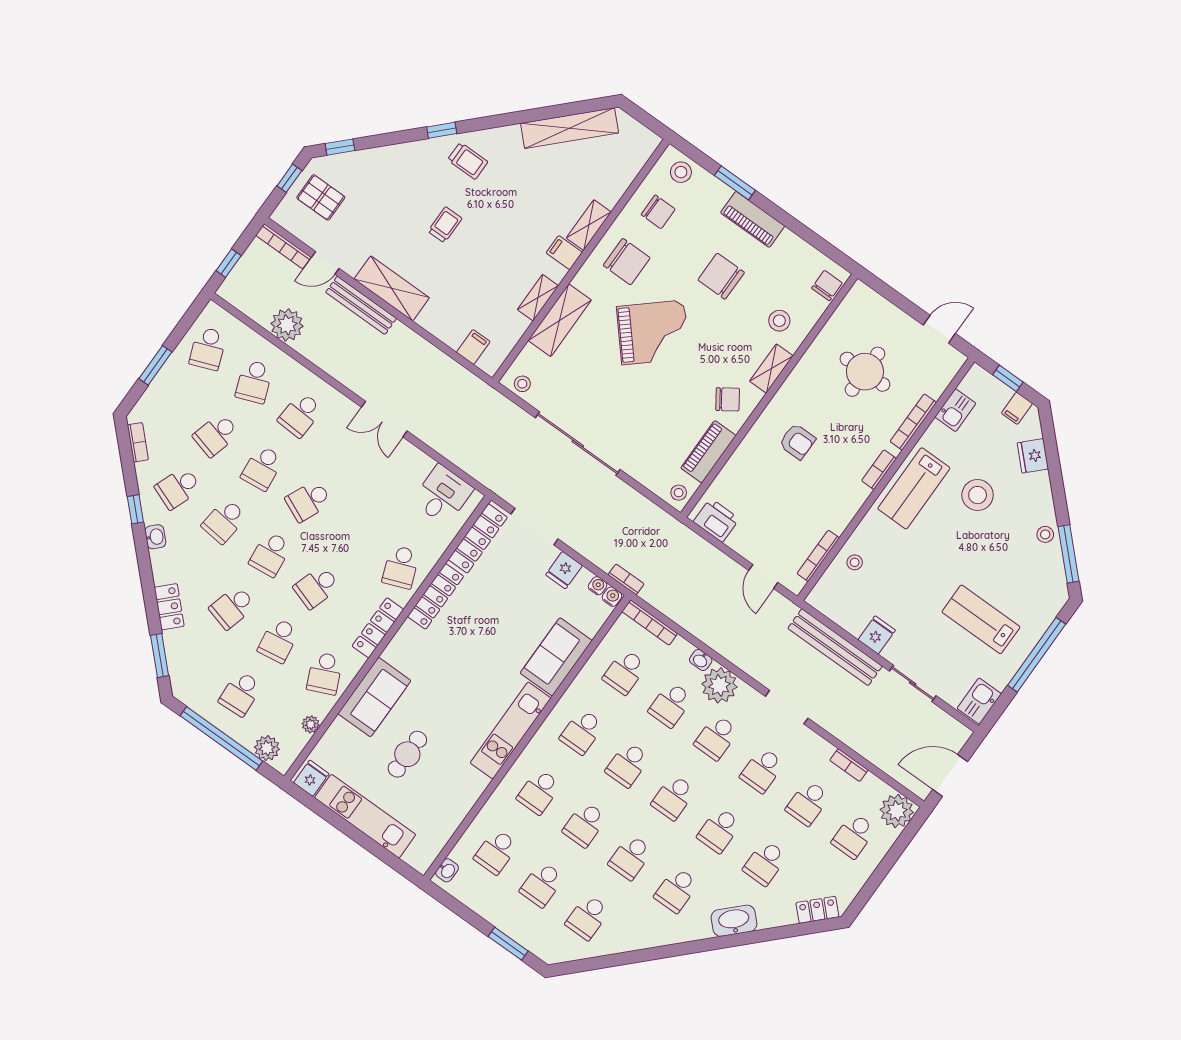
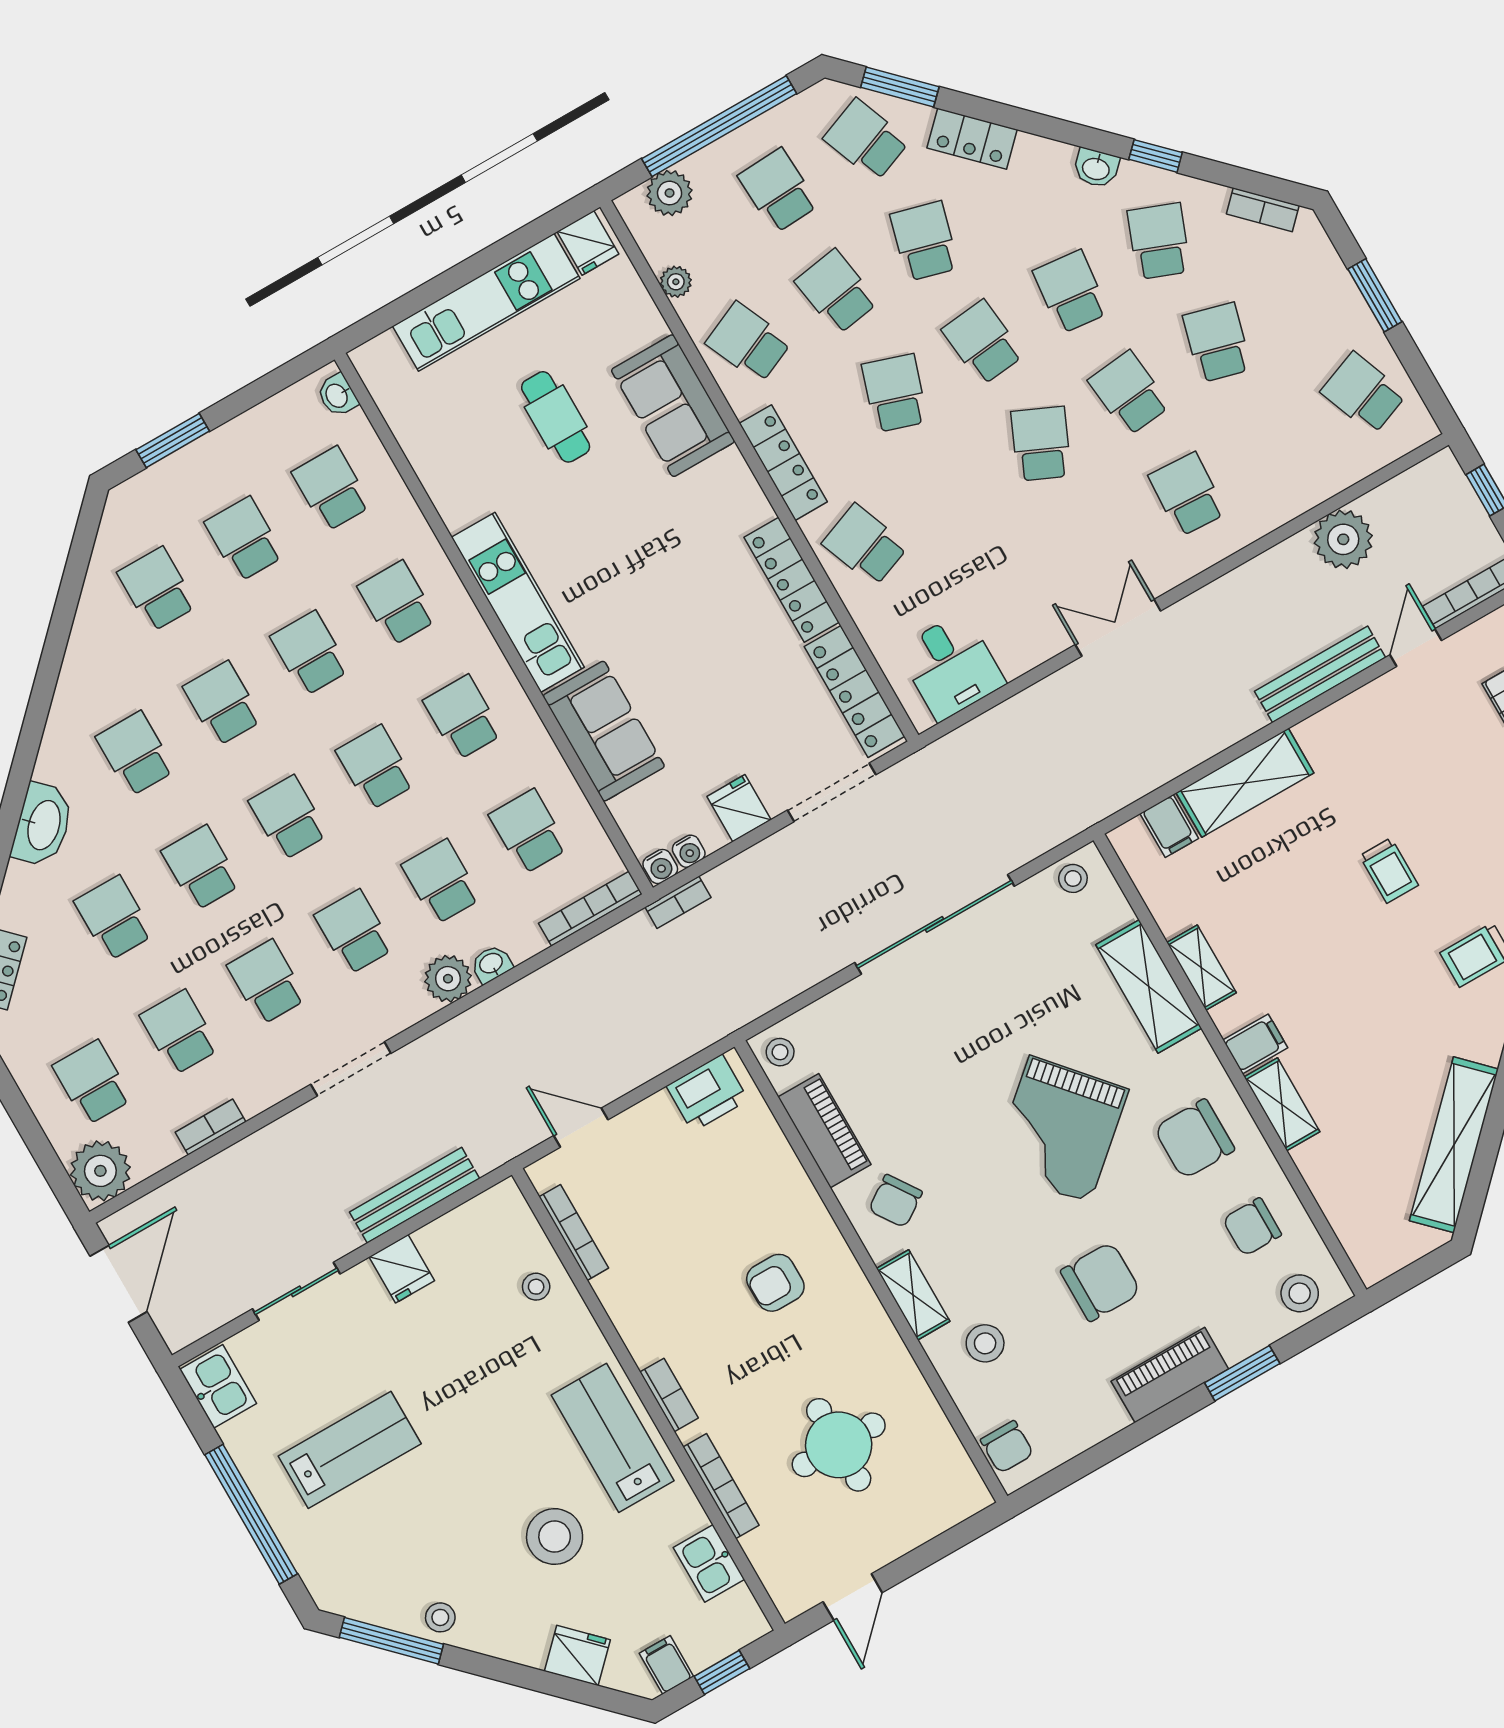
shelving: (392, 288) -> (1245, 783), moved
school desk: (254, 382) -> (866, 140), moved
bench: (835, 647) -> (415, 1195), width x0.73, depth x0.82
plant: (719, 685) -> (448, 979), width x0.73, depth x0.73

